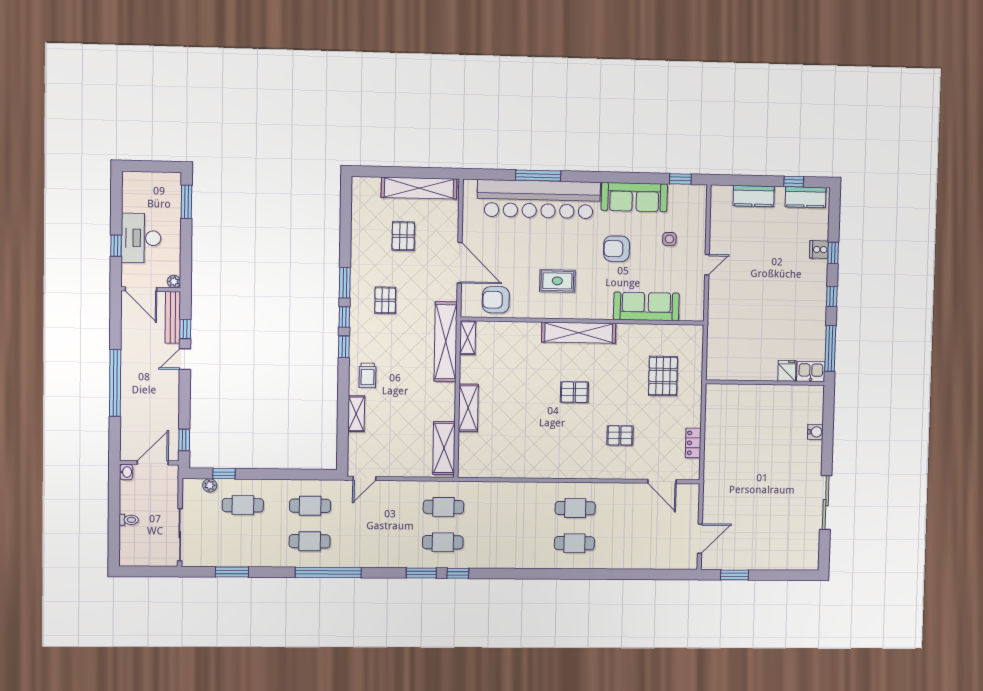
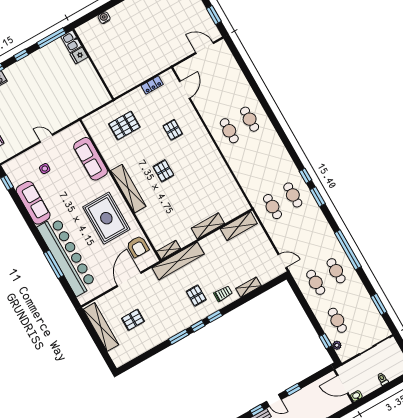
armchair: (616, 249) -> (68, 195), removed
rug: (557, 281) -> (106, 218), width x1.86, depth x2.06
pallet: (385, 300) -> (196, 296), moved, turned 90
window: (184, 440) -> (293, 389), moved

